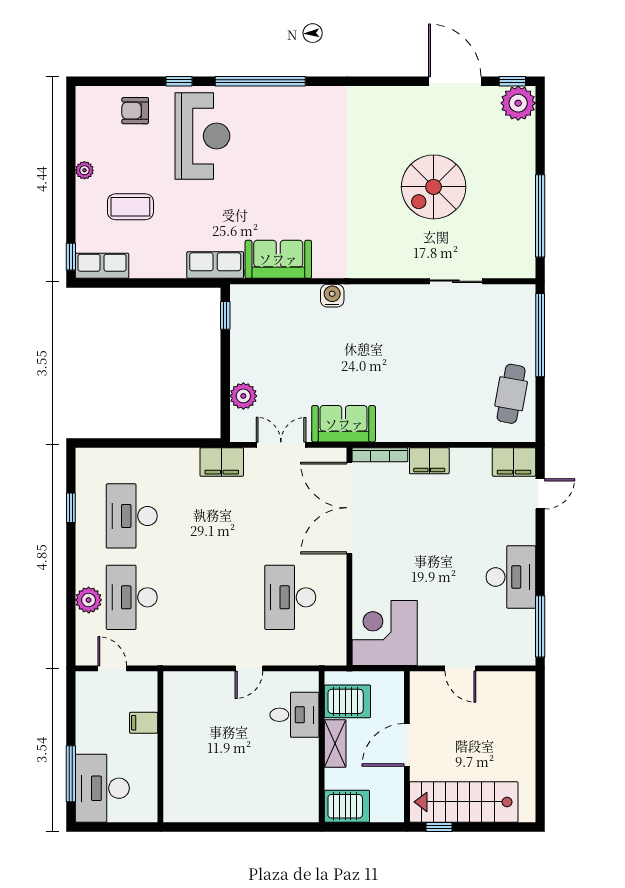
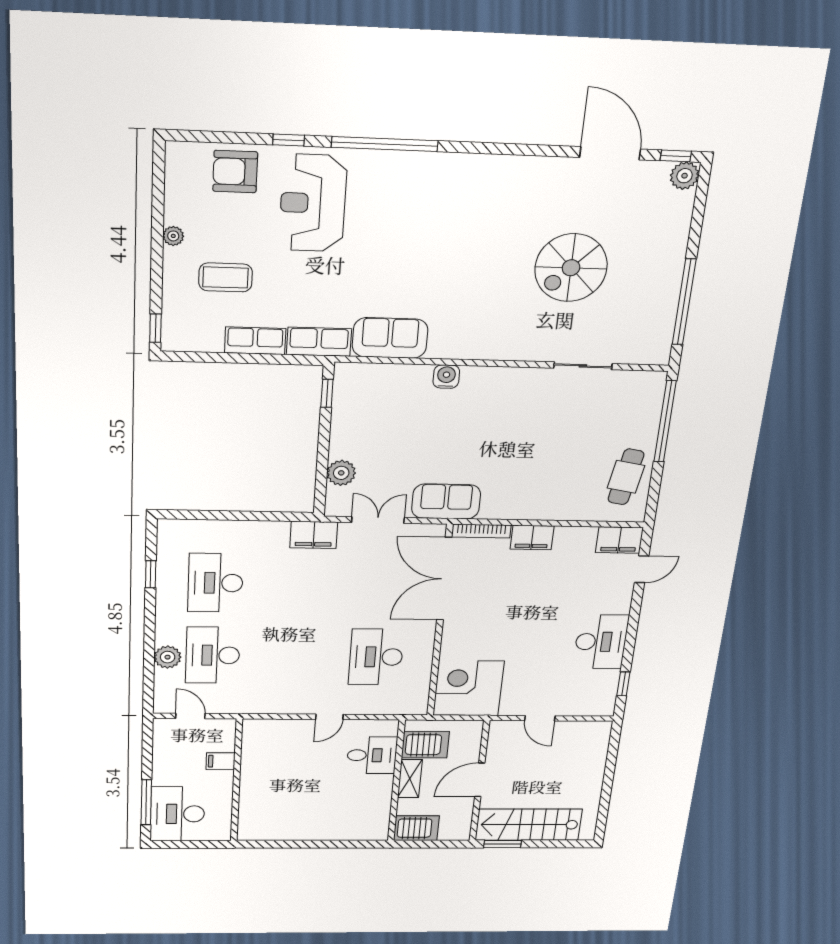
plant: (518, 103) -> (685, 176), width x0.73, depth x0.73
armchair: (135, 111) -> (235, 172), width x1.38, depth x1.38
reception desk: (202, 136) -> (313, 203), turned 180
row of seats: (102, 266) -> (255, 341), moved
window: (540, 626) -> (623, 684), width x0.46
window: (439, 827) -> (503, 844), width x1.50

